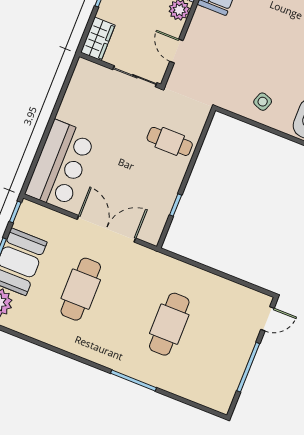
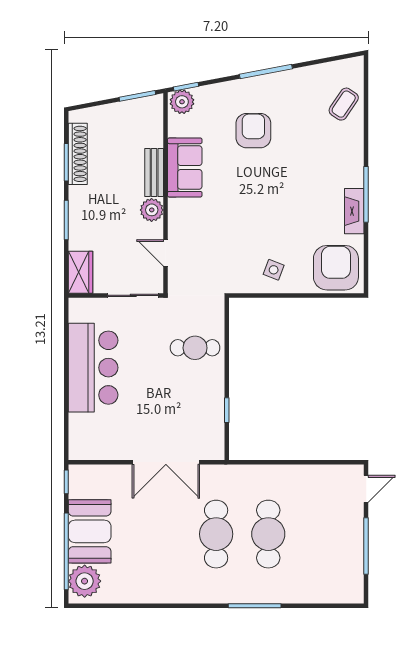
bar counter: (60, 165) -> (93, 368), moved
double door: (106, 229) -> (166, 462), swing flipped
cafe table: (81, 289) -> (216, 534), moved

